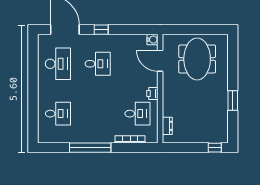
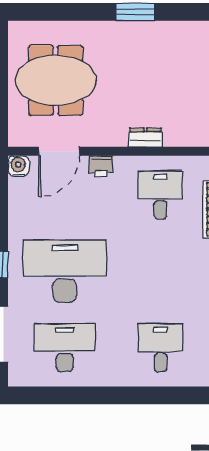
desk: (98, 64) -> (65, 271), width x1.87, depth x1.30
printer: (152, 93) -> (101, 166), moved
dresser: (167, 126) -> (145, 138), moved

